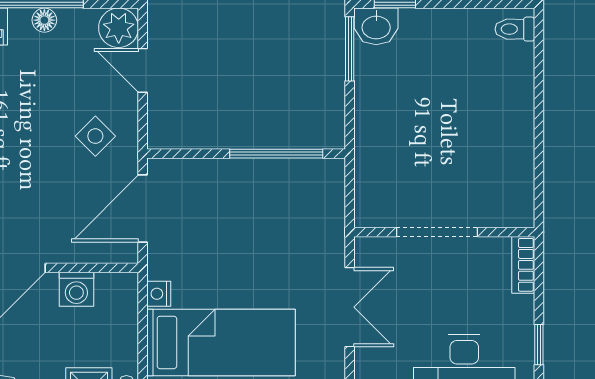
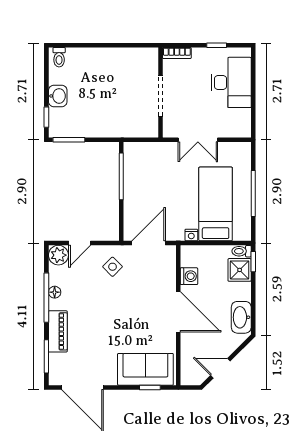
washbasin: (376, 26) -> (58, 96), moved
door: (143, 208) -> (149, 243), swing flipped
double door: (350, 307) -> (198, 140), swing flipped

